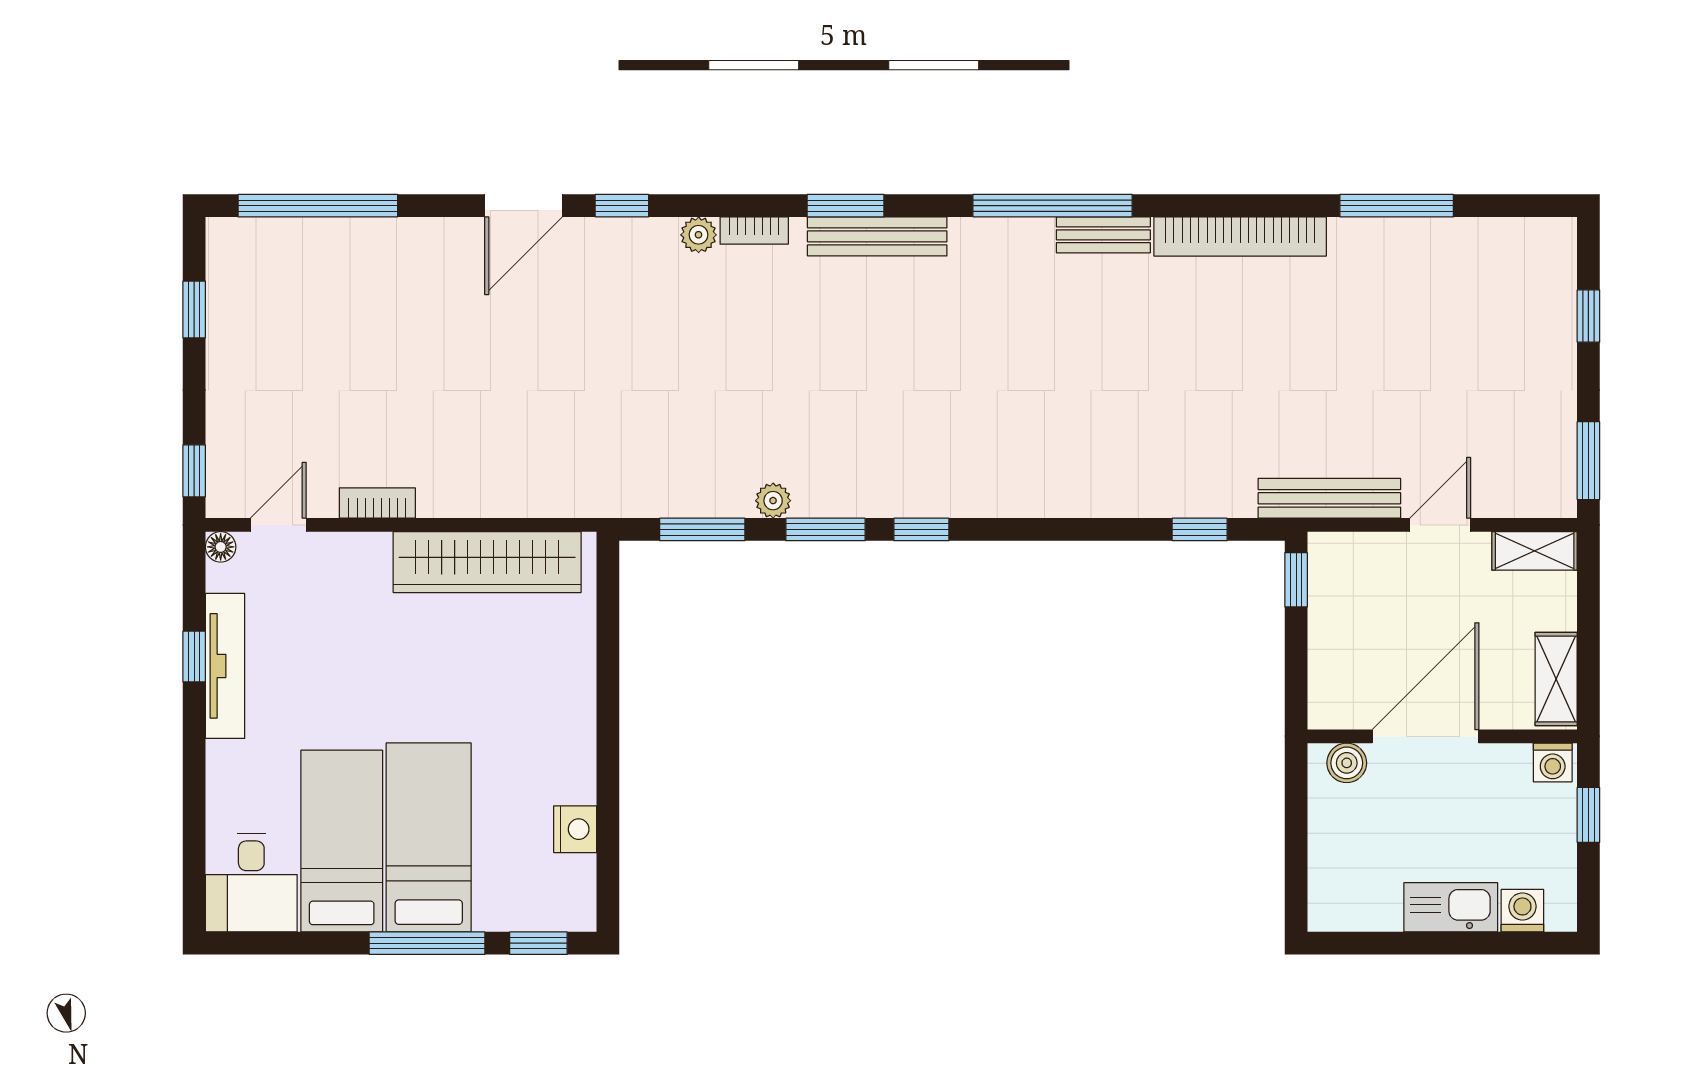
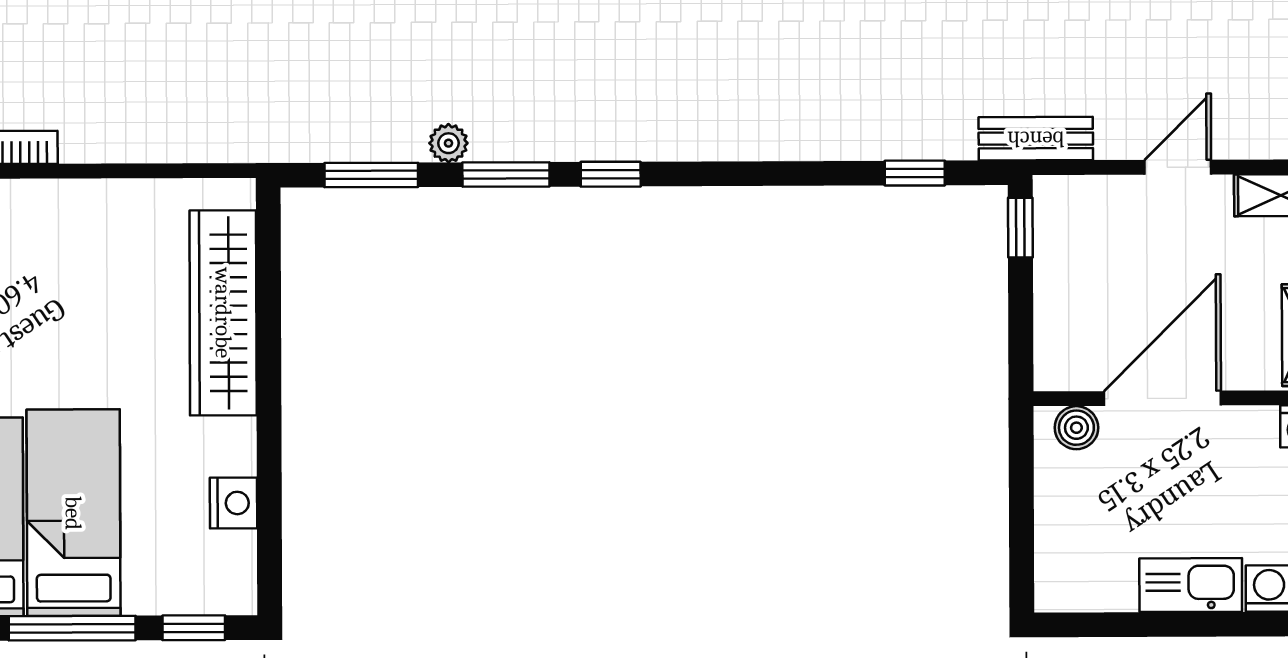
bench: (1329, 498) -> (1036, 139), width x0.73
wardrobe: (487, 562) -> (223, 313), moved, turned 90

